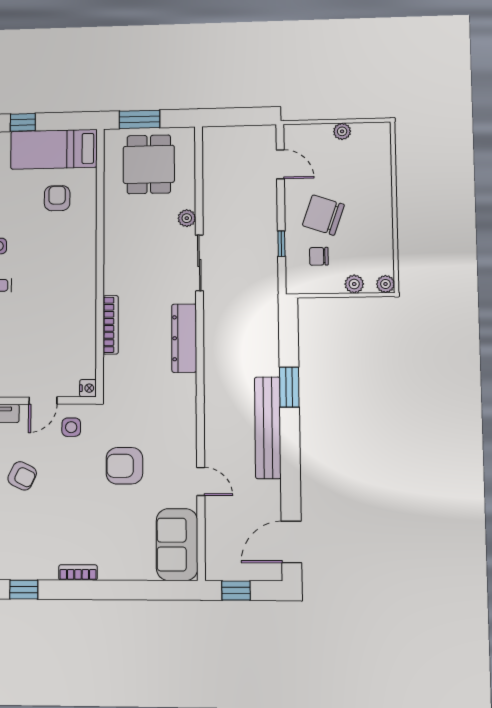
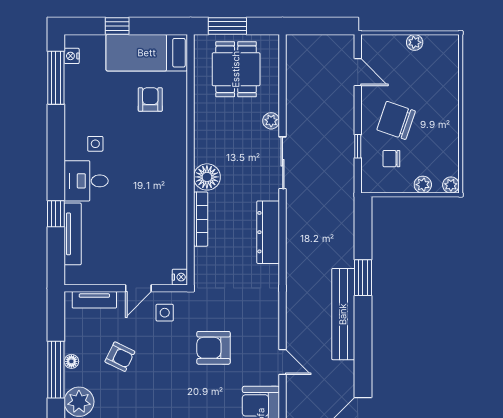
floor lamp: (118, 279) -> (207, 177), added

